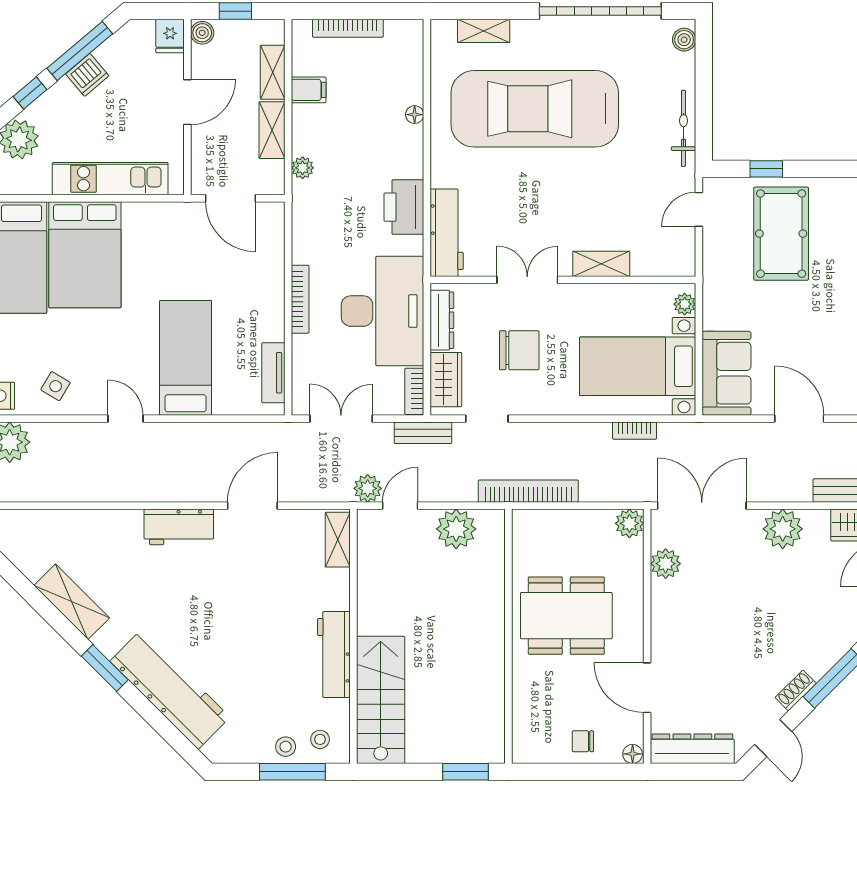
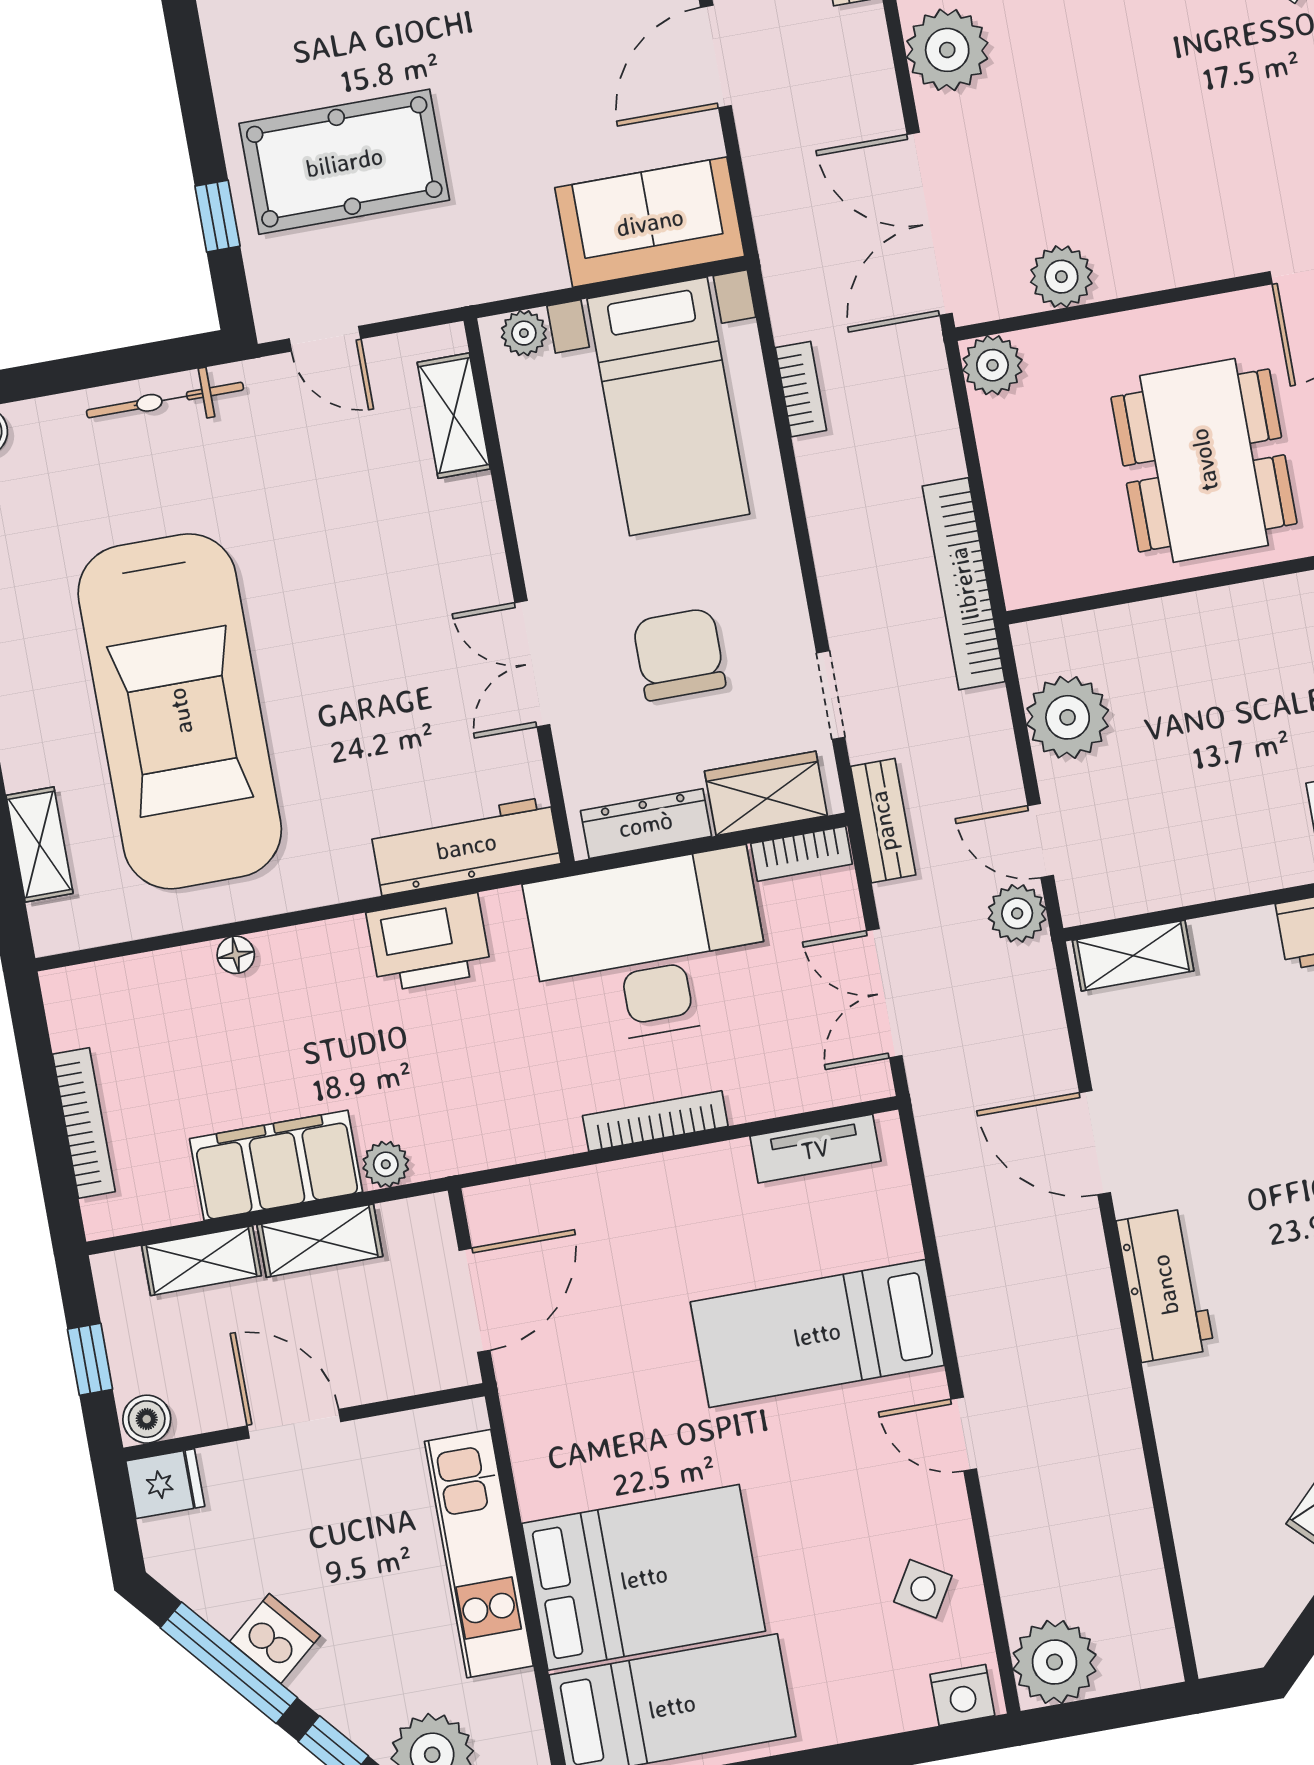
filing cabinet: (309, 90) -> (276, 1165), width x3.00, depth x1.17
shelving: (601, 264) -> (454, 416), moved
door: (125, 419) -> (964, 1434), hinge flipped

